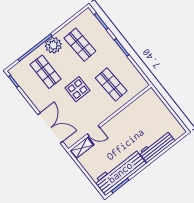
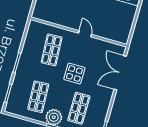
door: (93, 131) -> (85, 34), moved
shelving: (82, 148) -> (118, 37), removed

